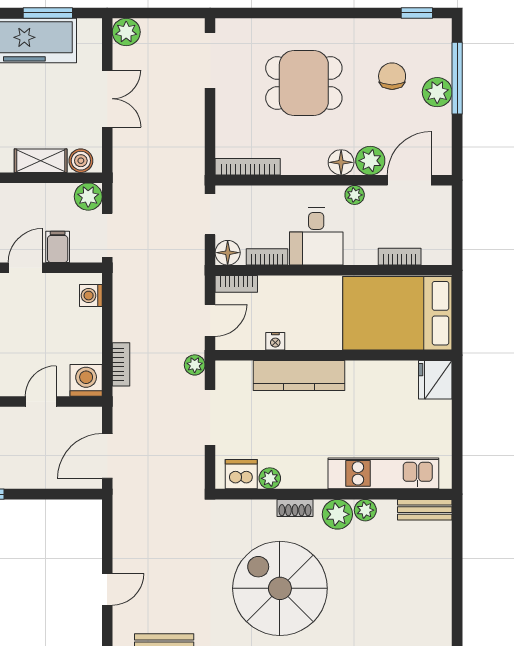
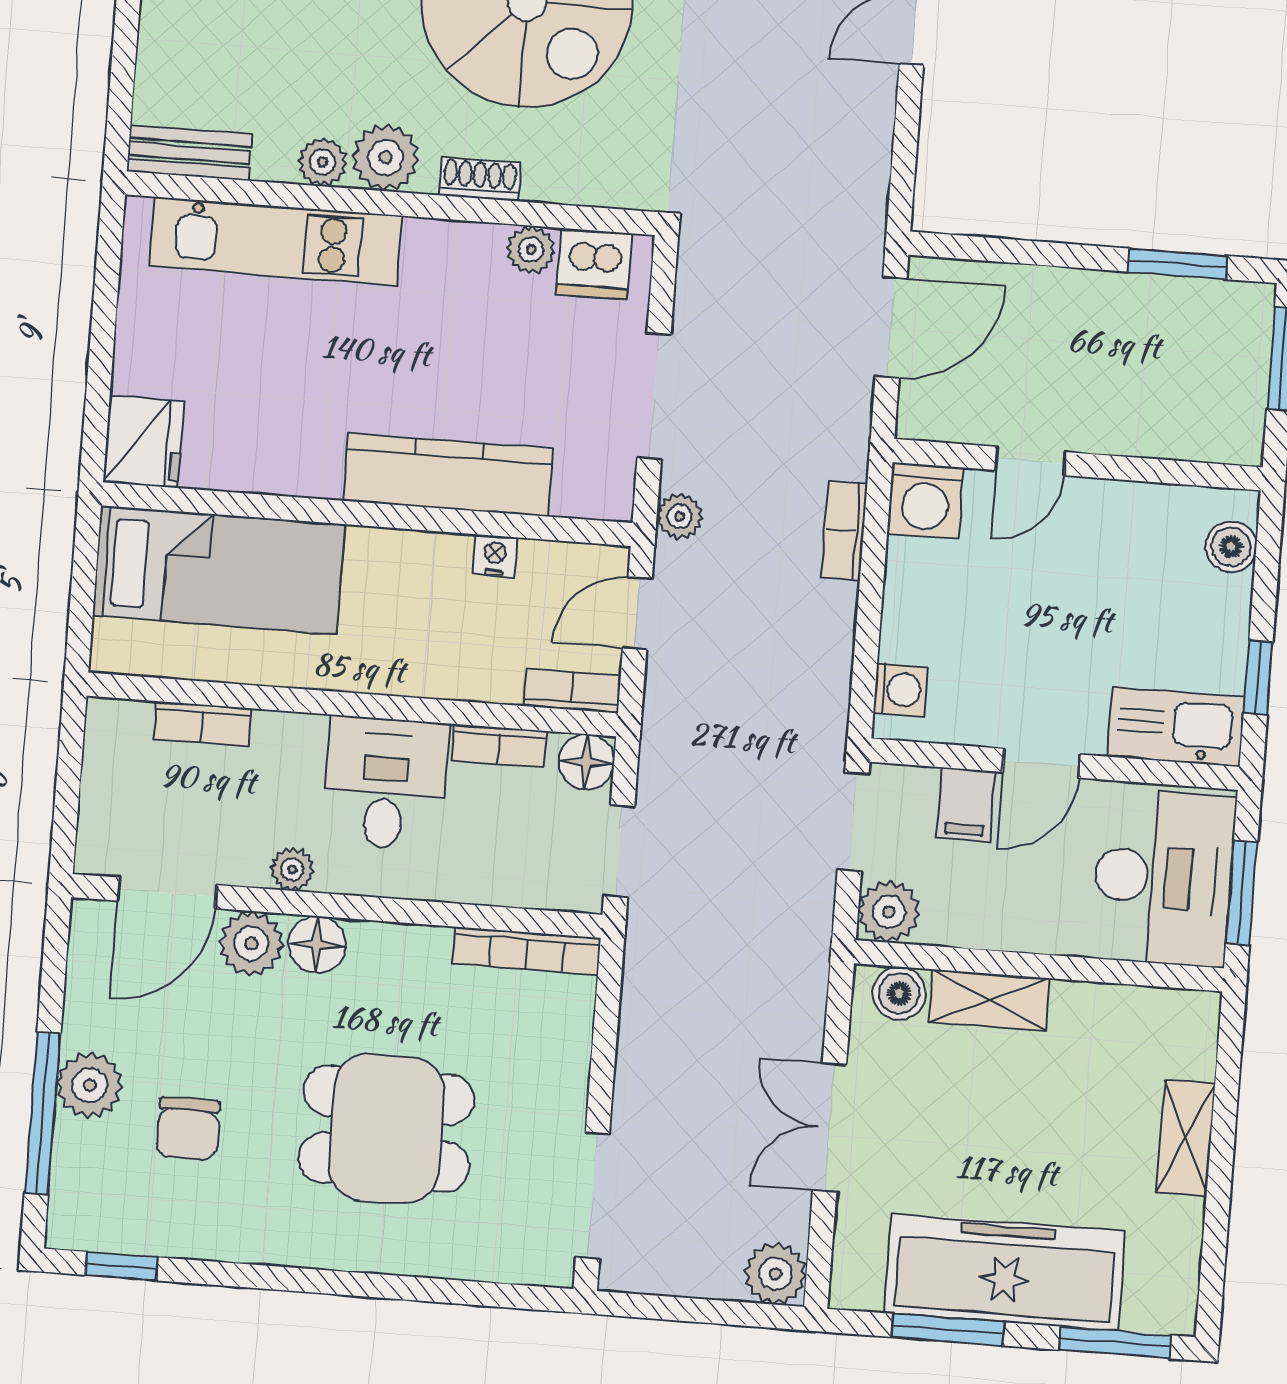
bed: (397, 313) -> (219, 570), width x0.67

